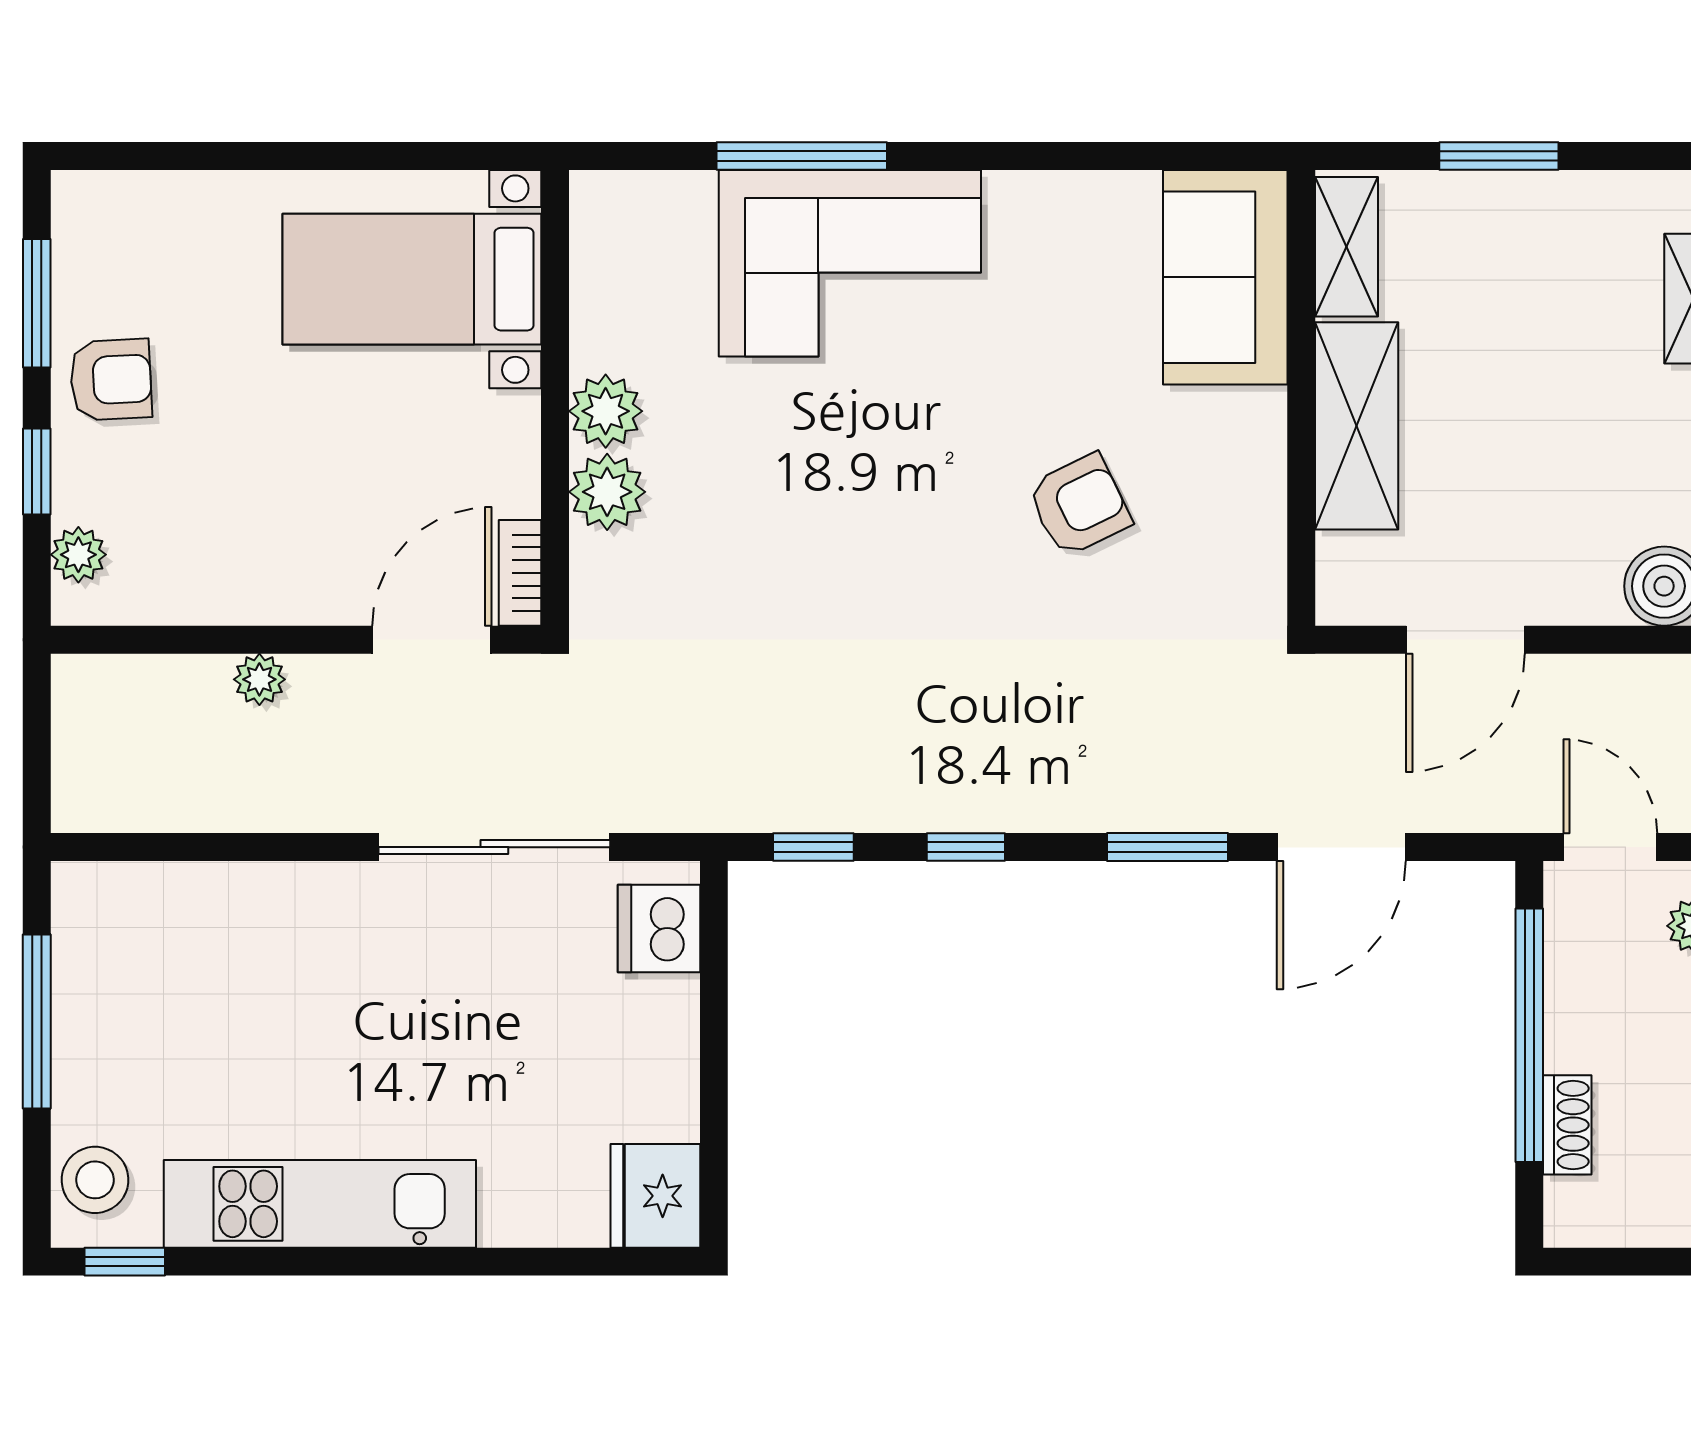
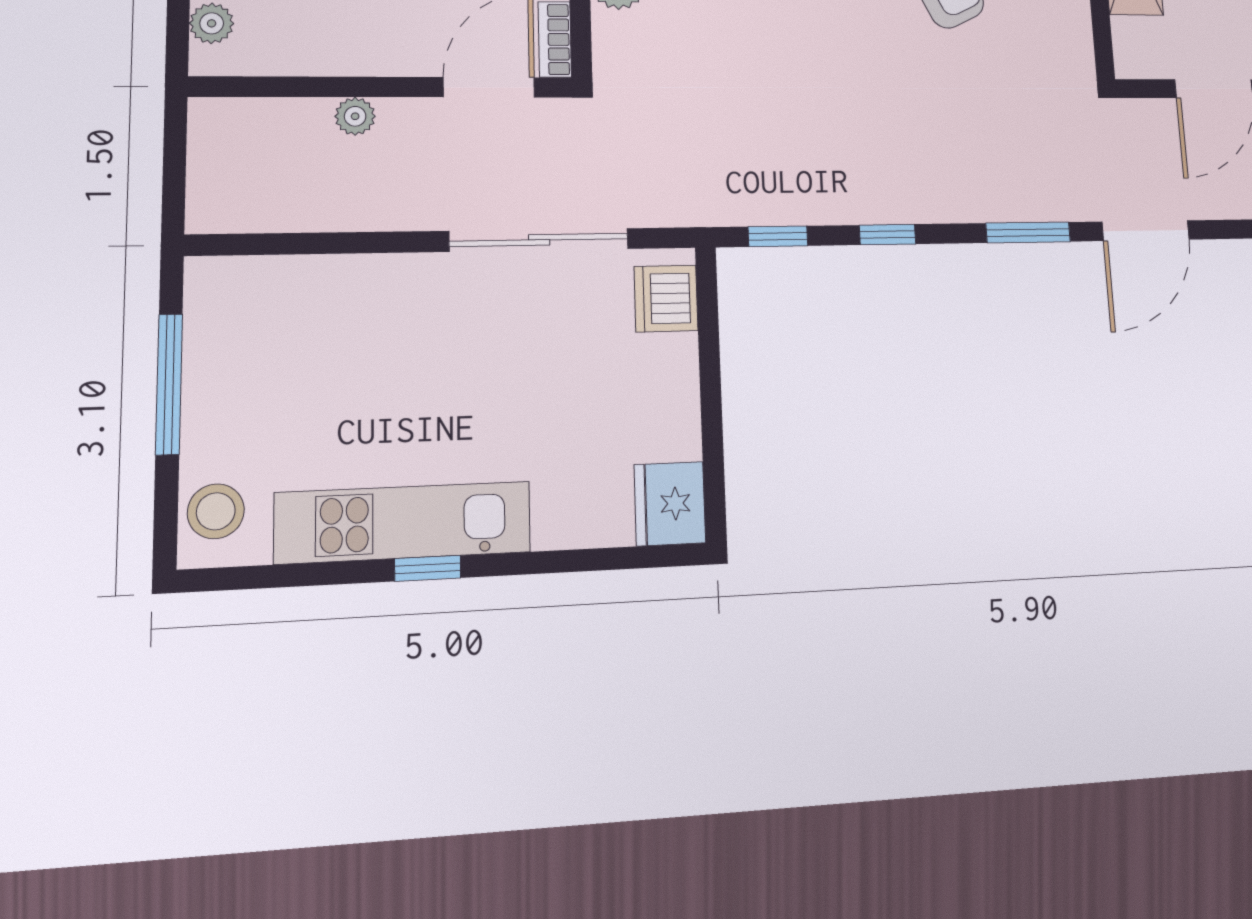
window: (125, 1262) -> (428, 568), moved

